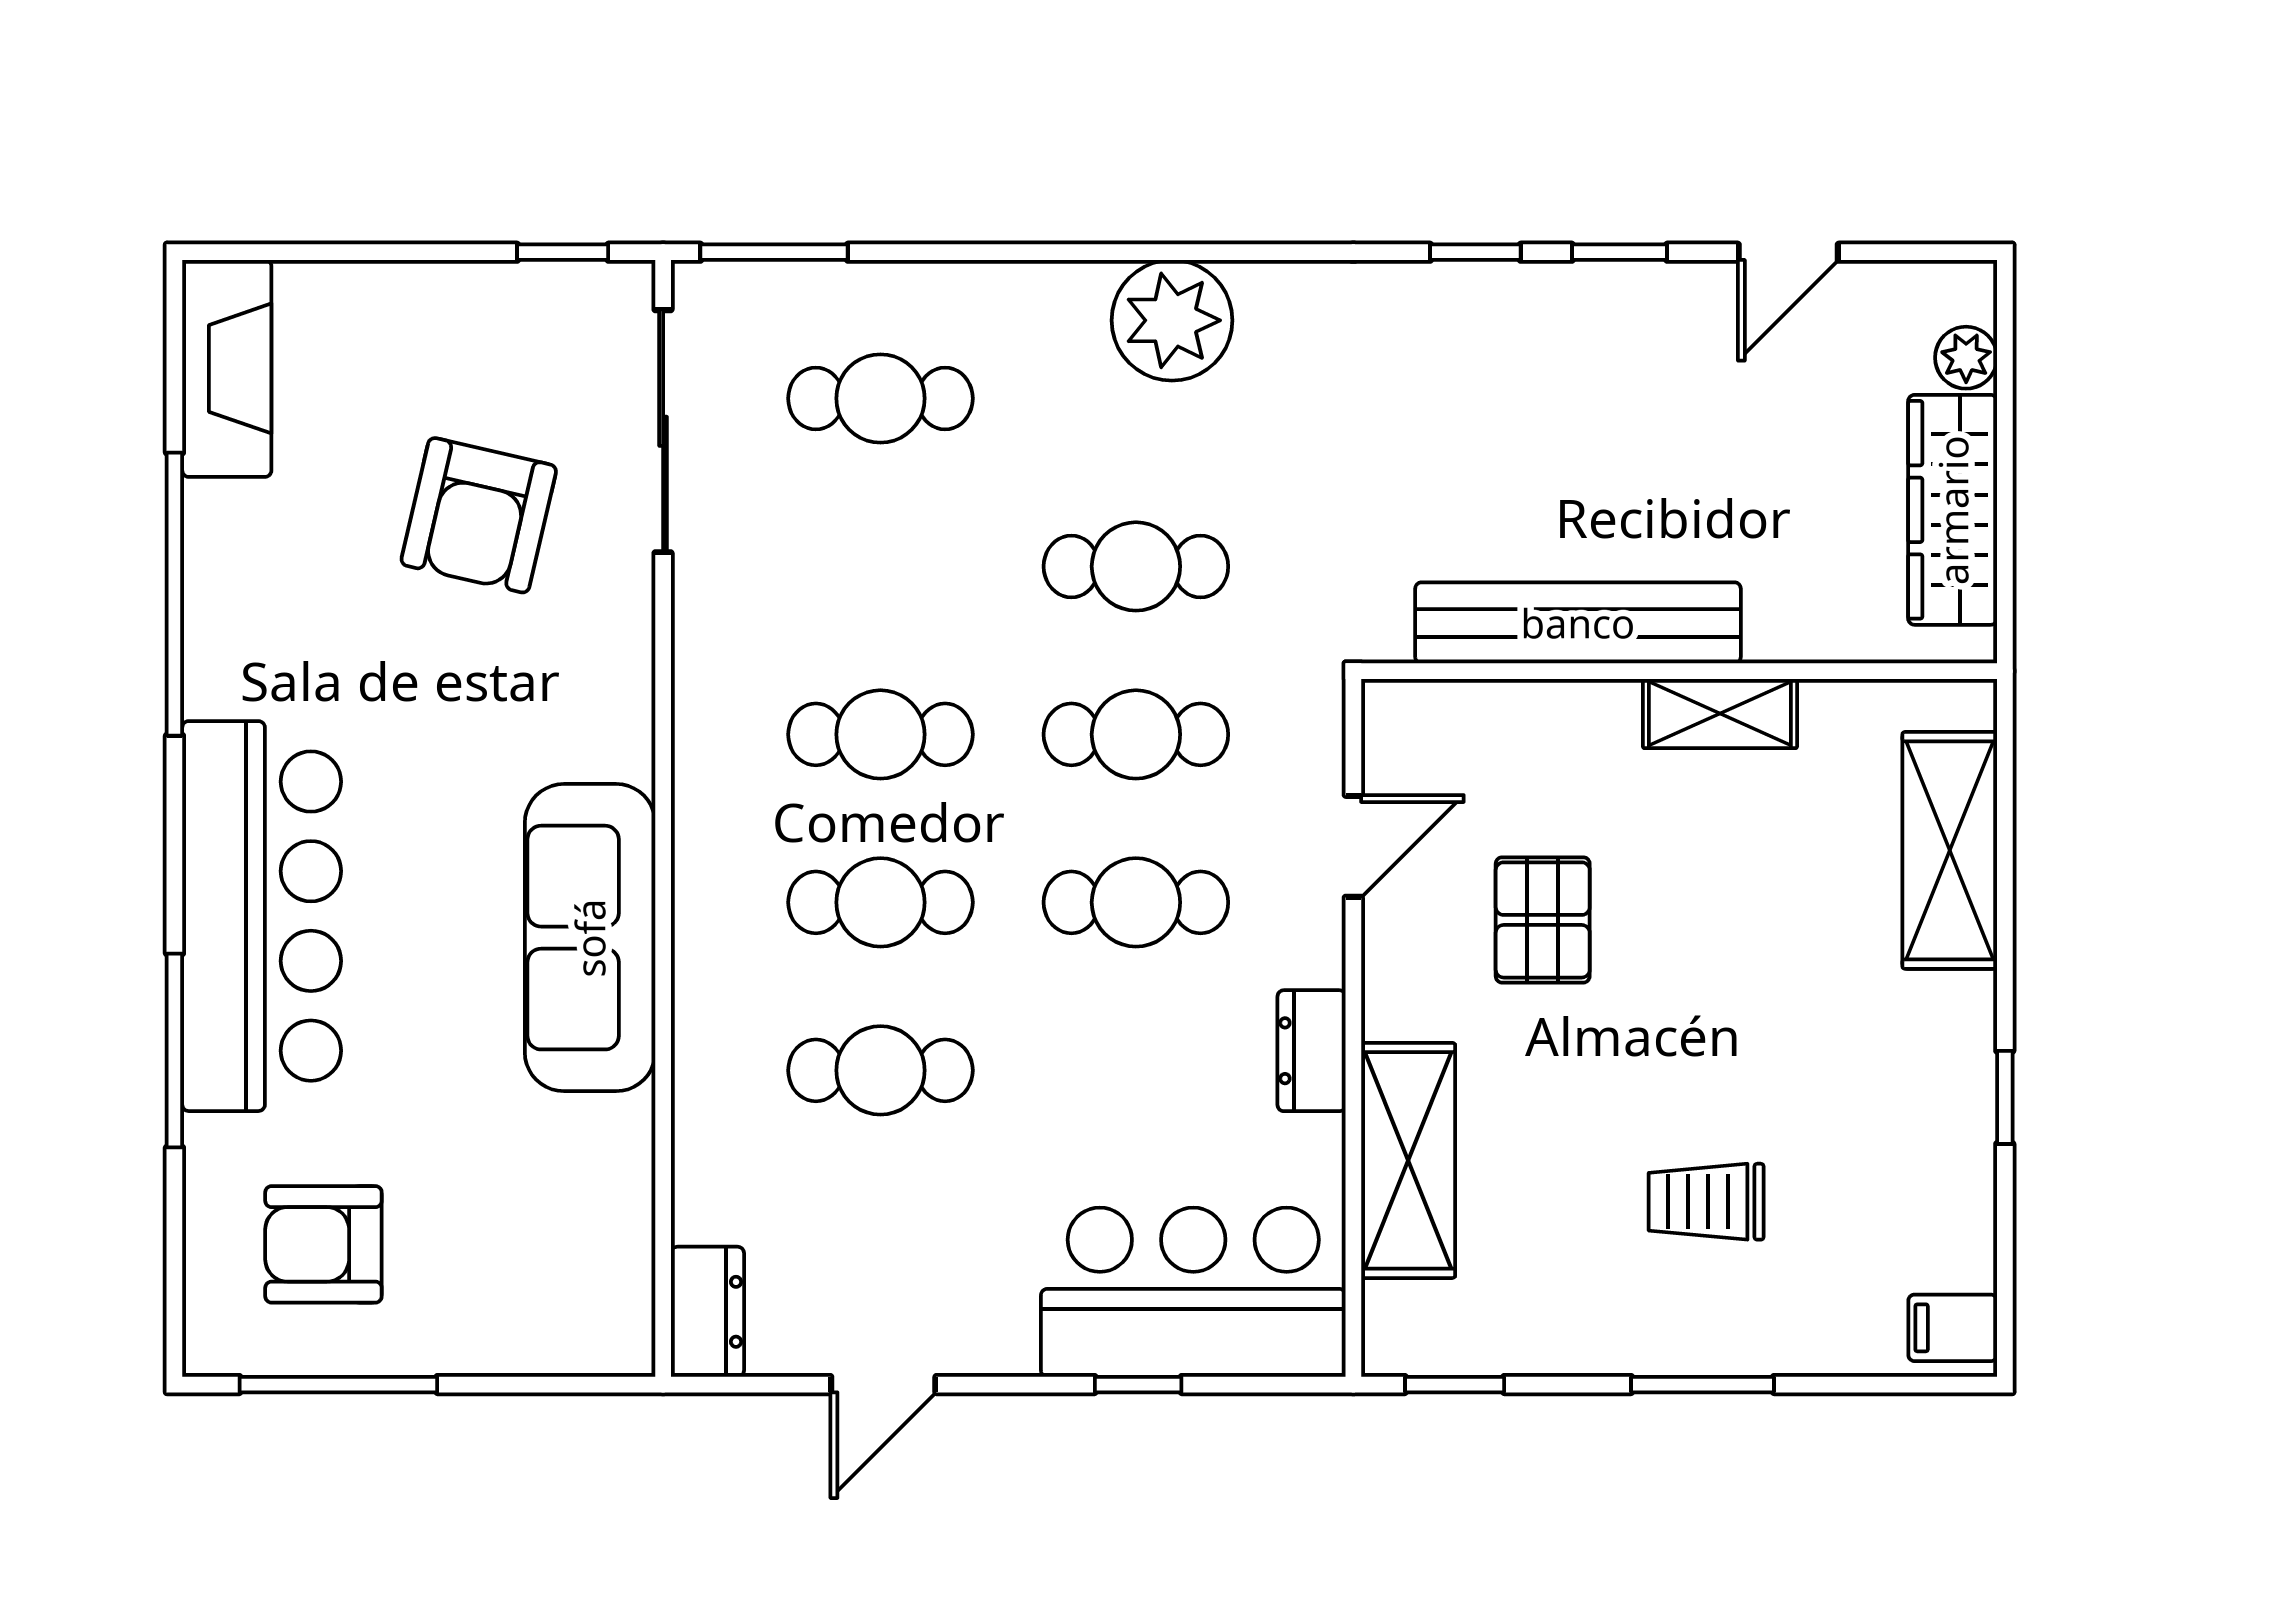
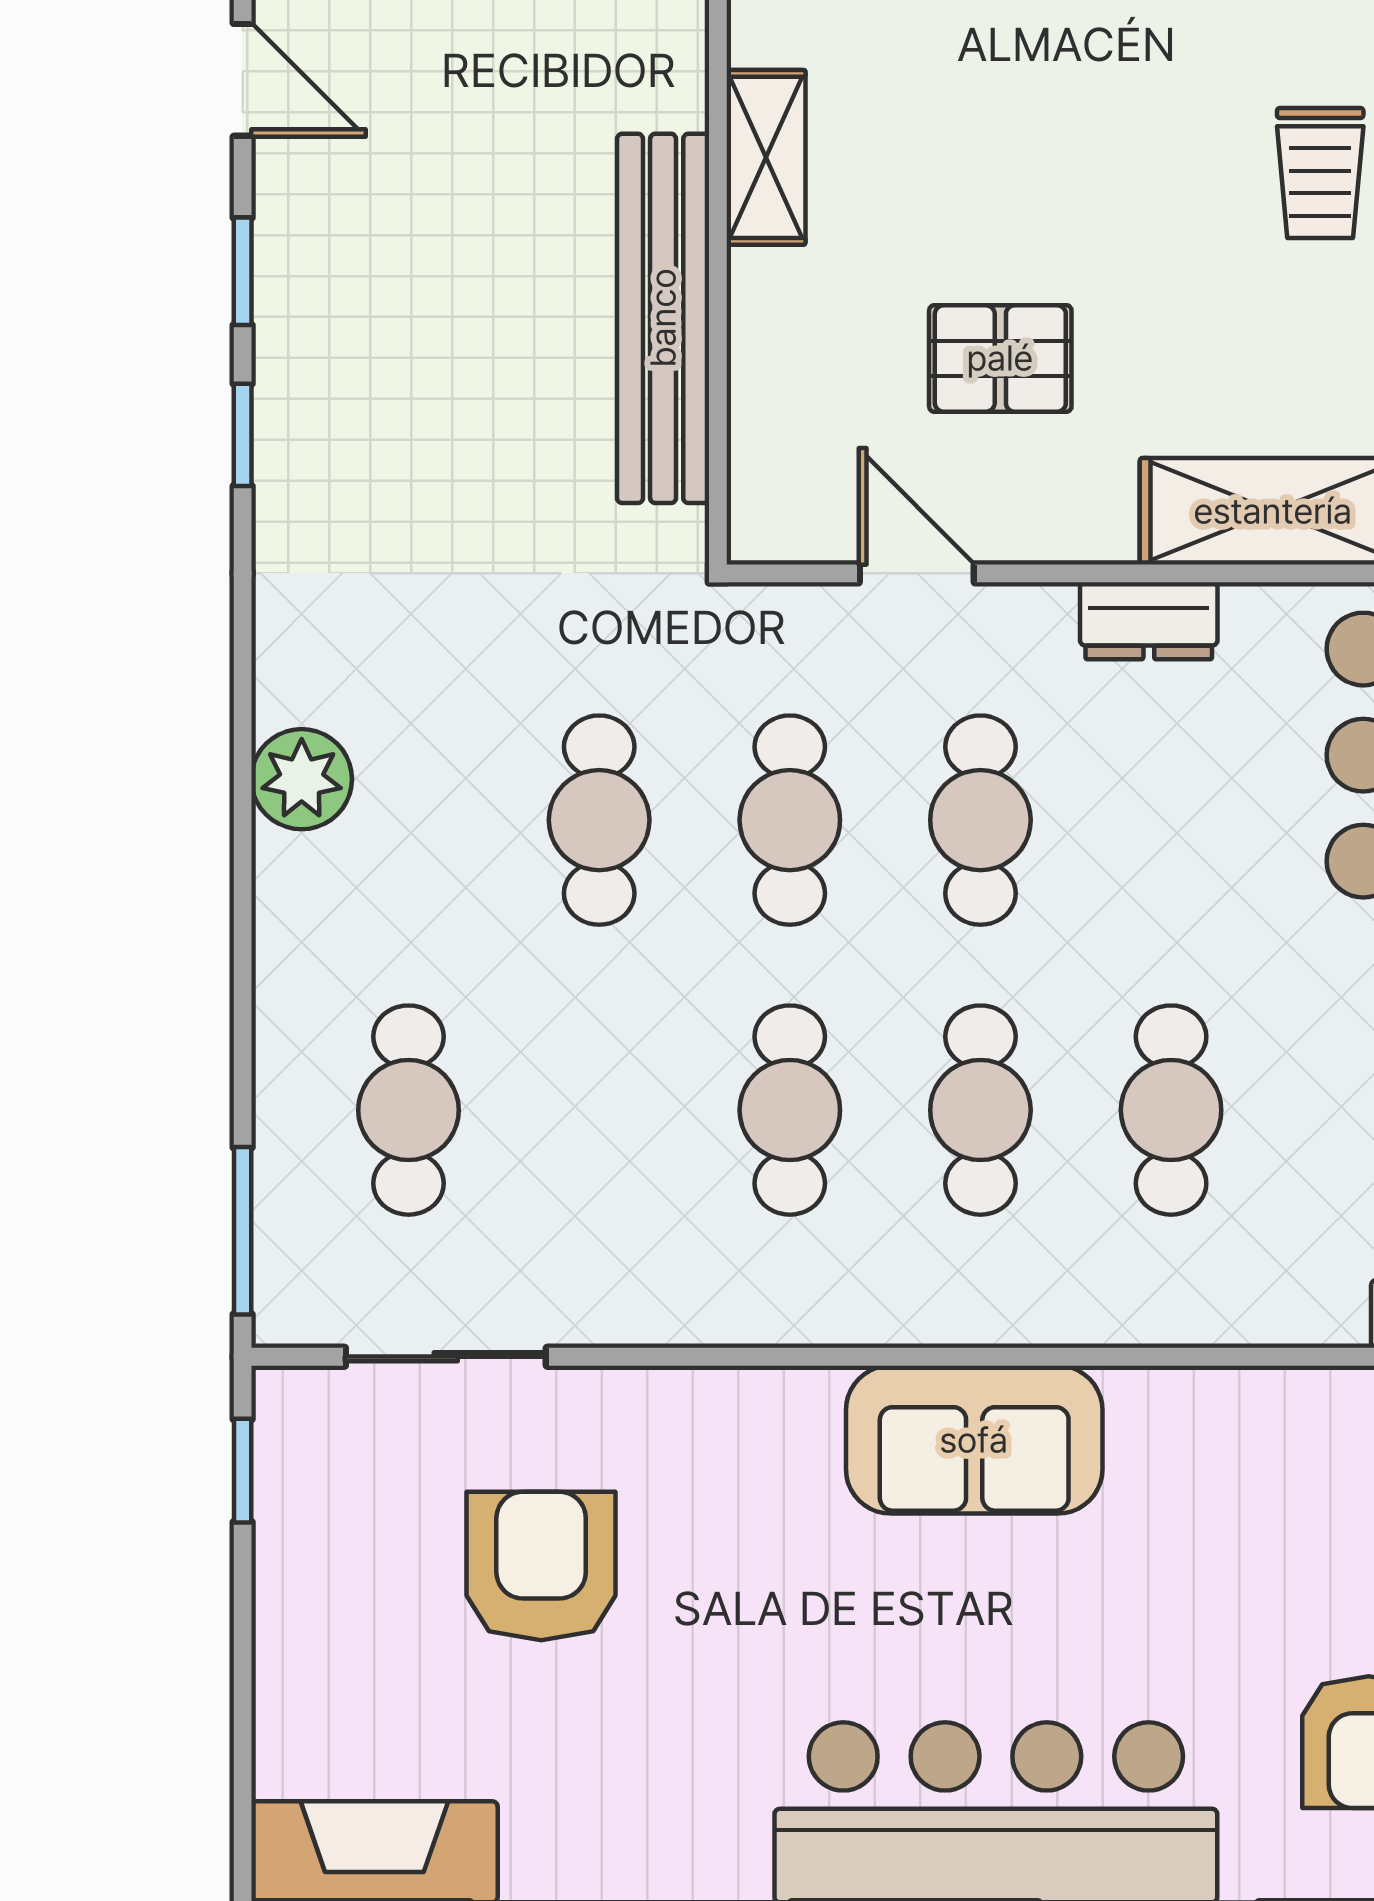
plant: (1172, 320) -> (302, 779), width x0.73, depth x0.73
sliding door: (663, 431) -> (446, 1357), width x0.73
armchair: (479, 515) -> (541, 1566), turned -103
sofa: (590, 938) -> (974, 1440), width x0.73

